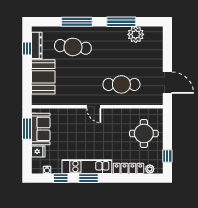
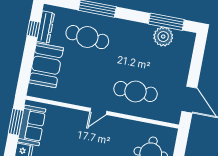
window: (121, 22) -> (166, 22), moved
door: (94, 107) -> (98, 111), hinge flipped

